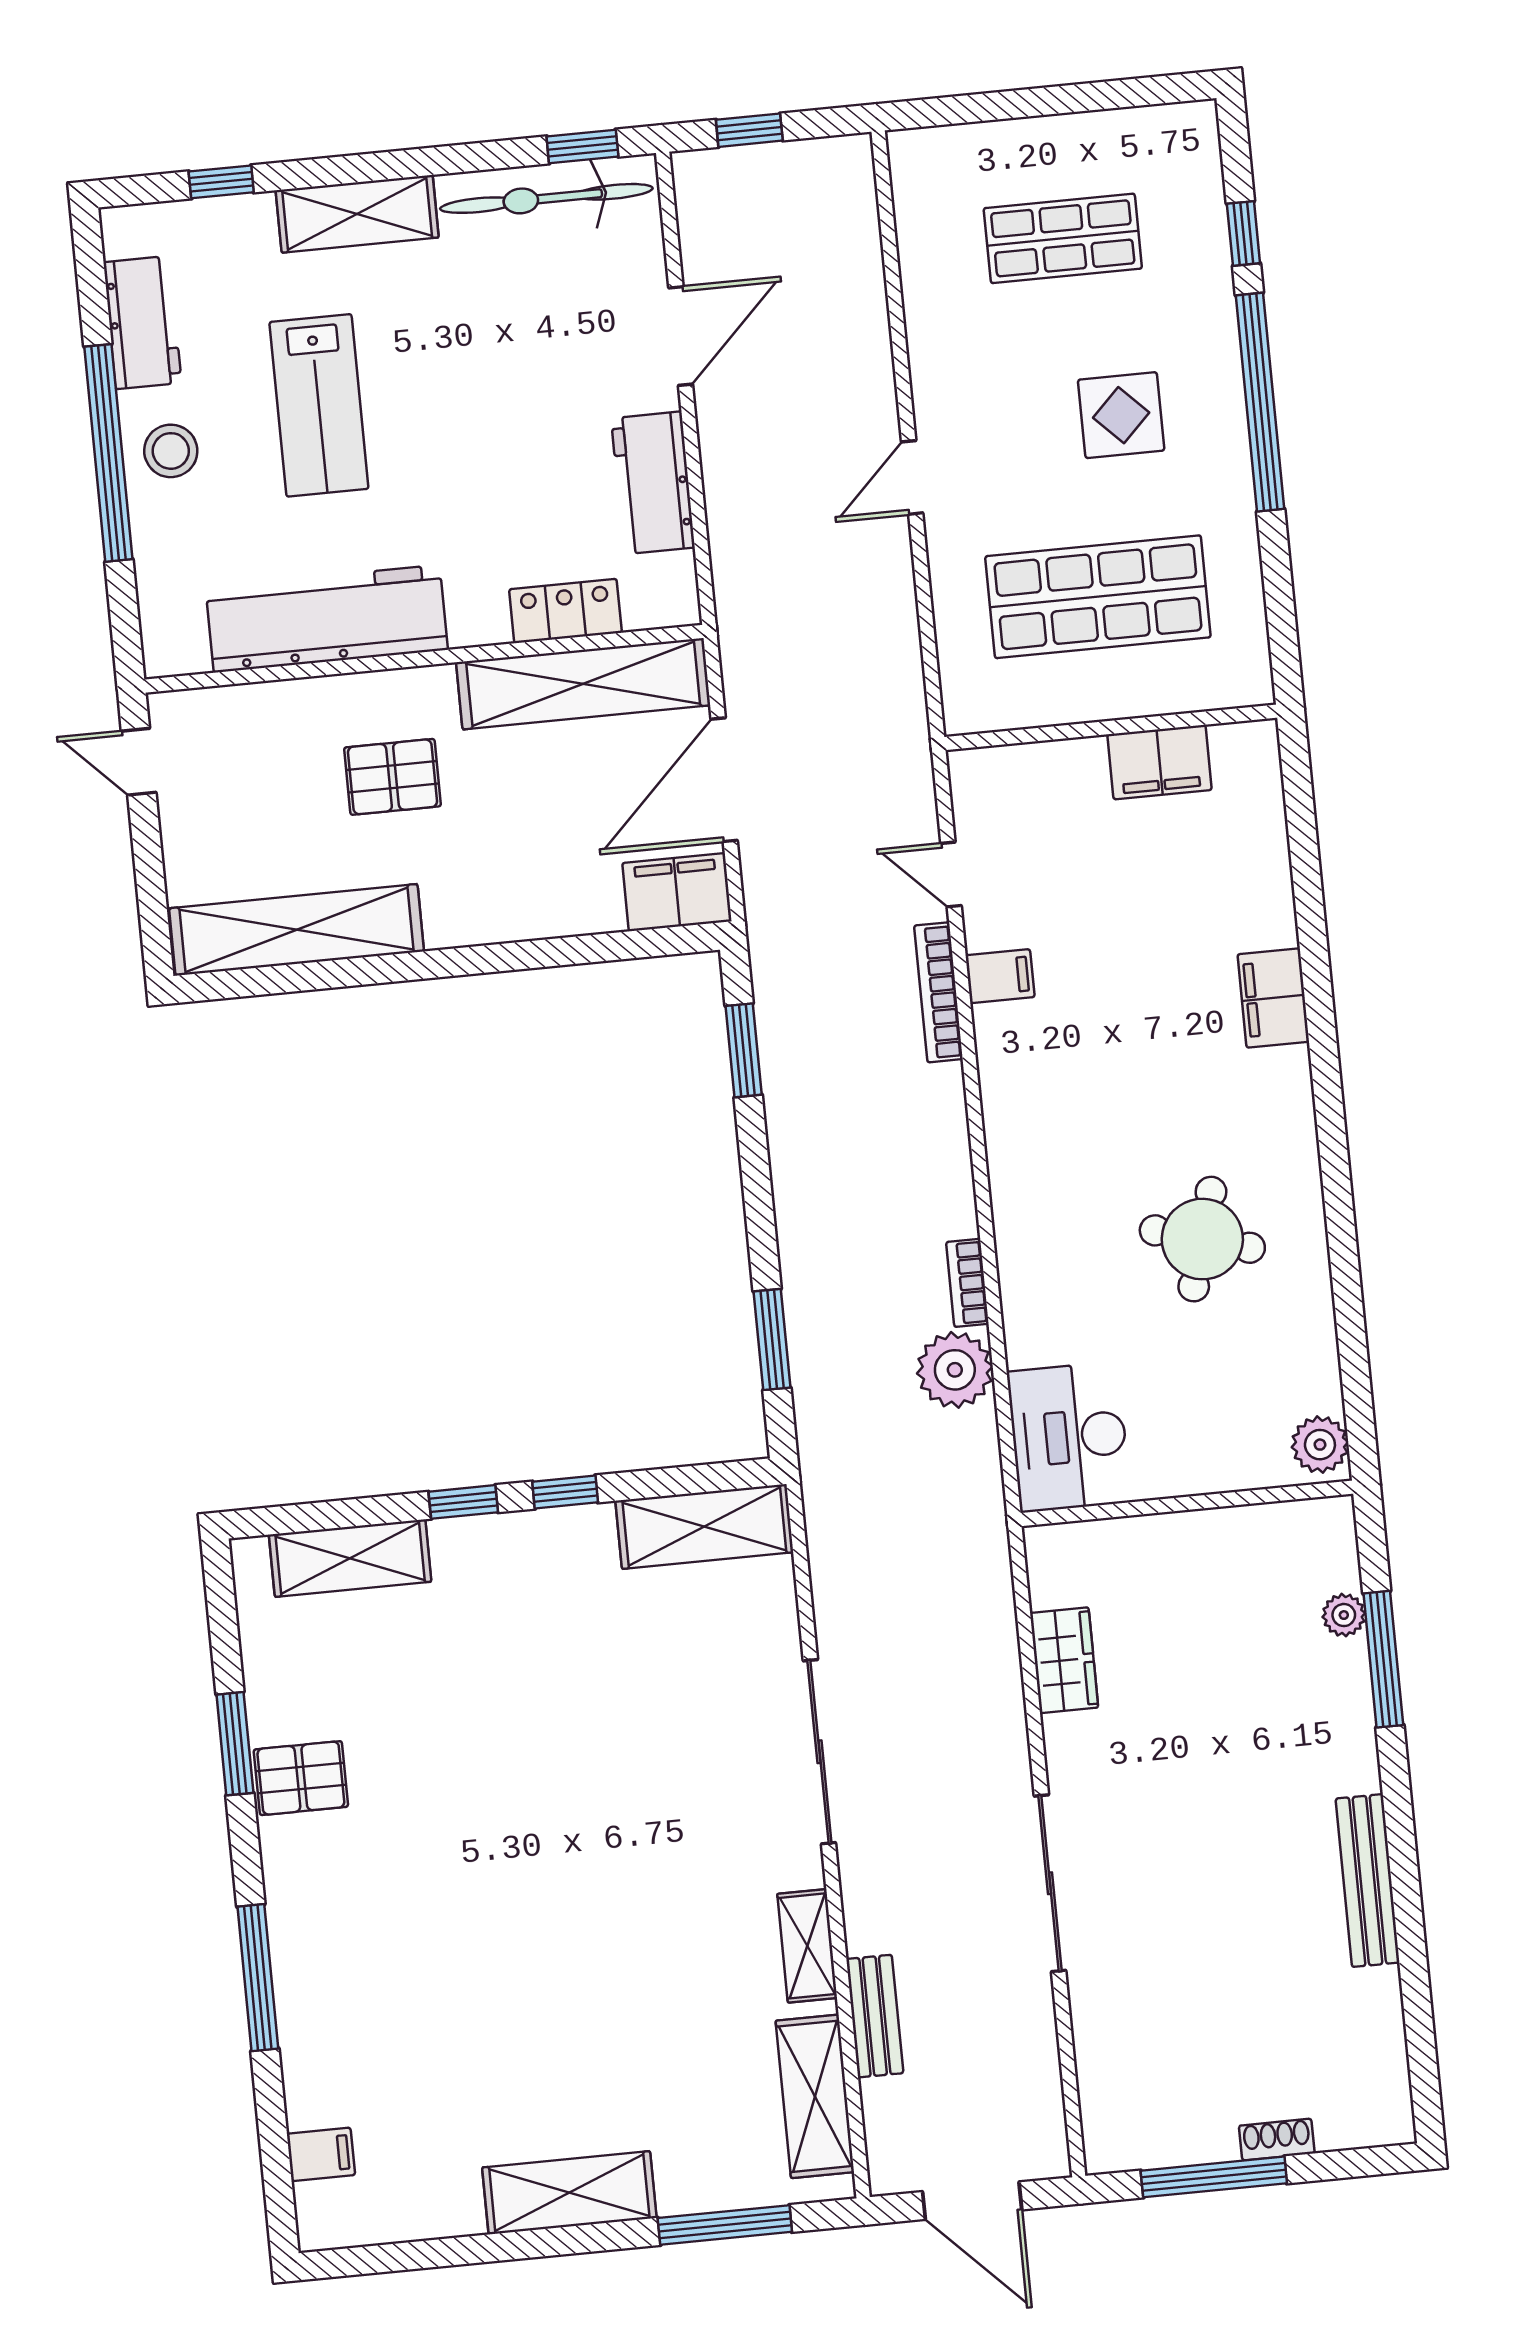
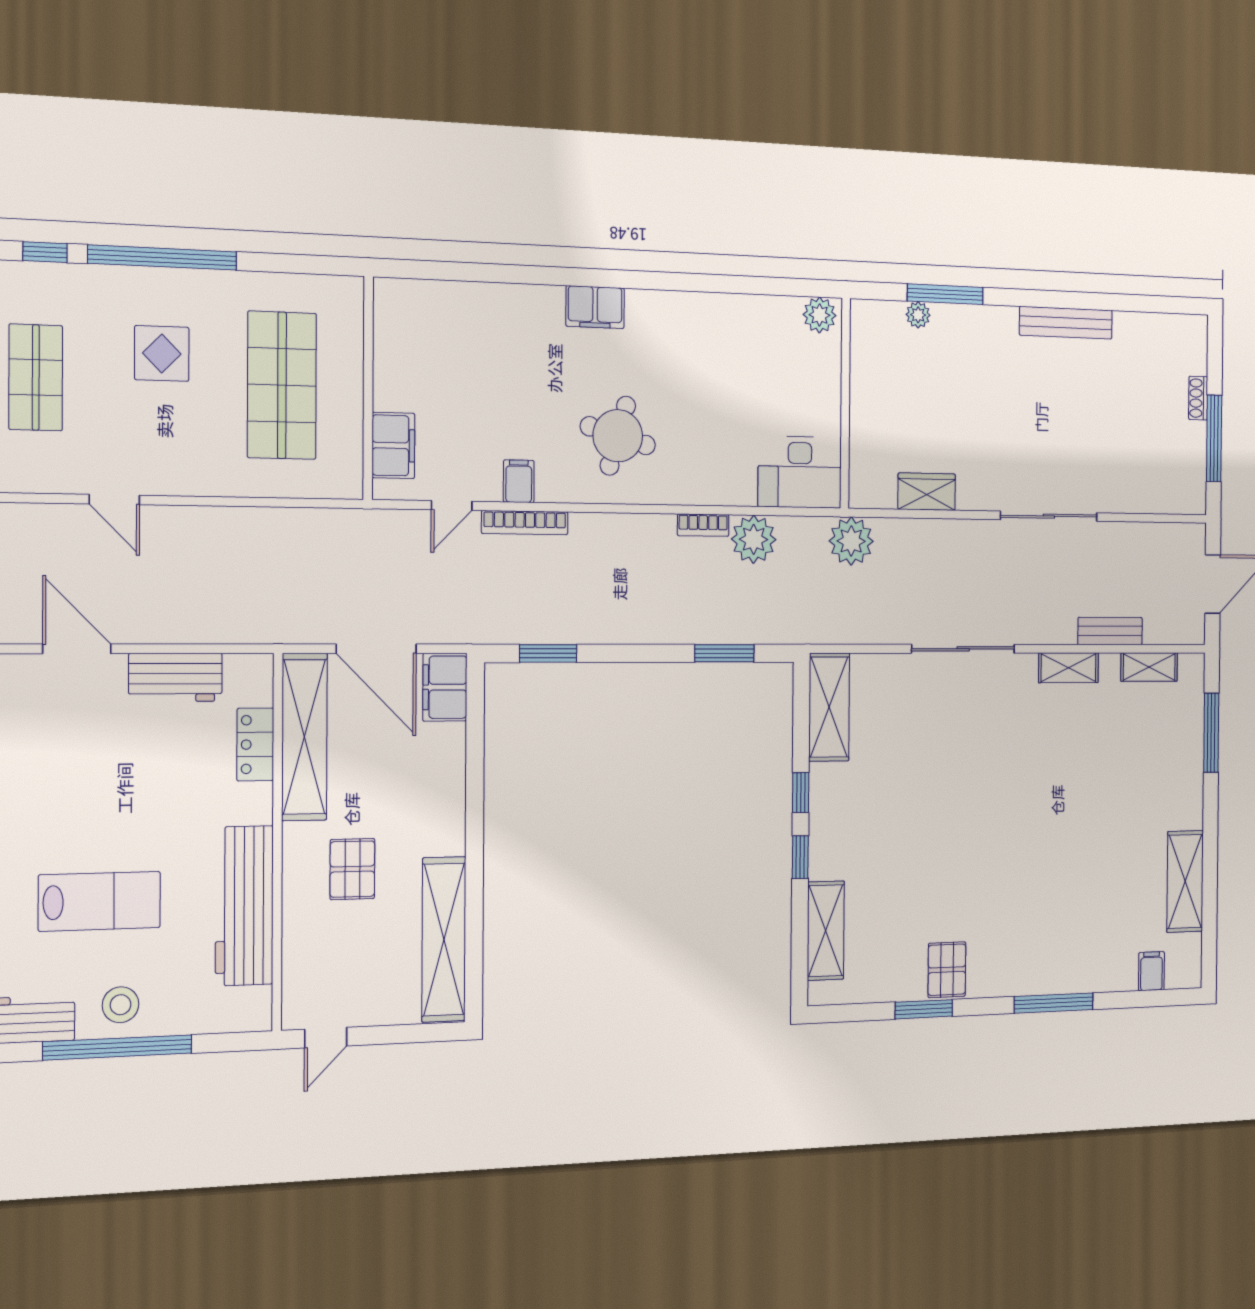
door: (912, 477) -> (114, 500), moved
filing cabinet: (1159, 762) -> (393, 445), moved
filing cabinet: (1273, 998) -> (595, 307), moved
round table: (1202, 1239) -> (618, 436), moved
plant: (971, 1537) -> (851, 541), added
shelving: (815, 2096) -> (1149, 667), width x0.67, depth x0.75
shelving: (569, 2193) -> (1185, 881), moved

